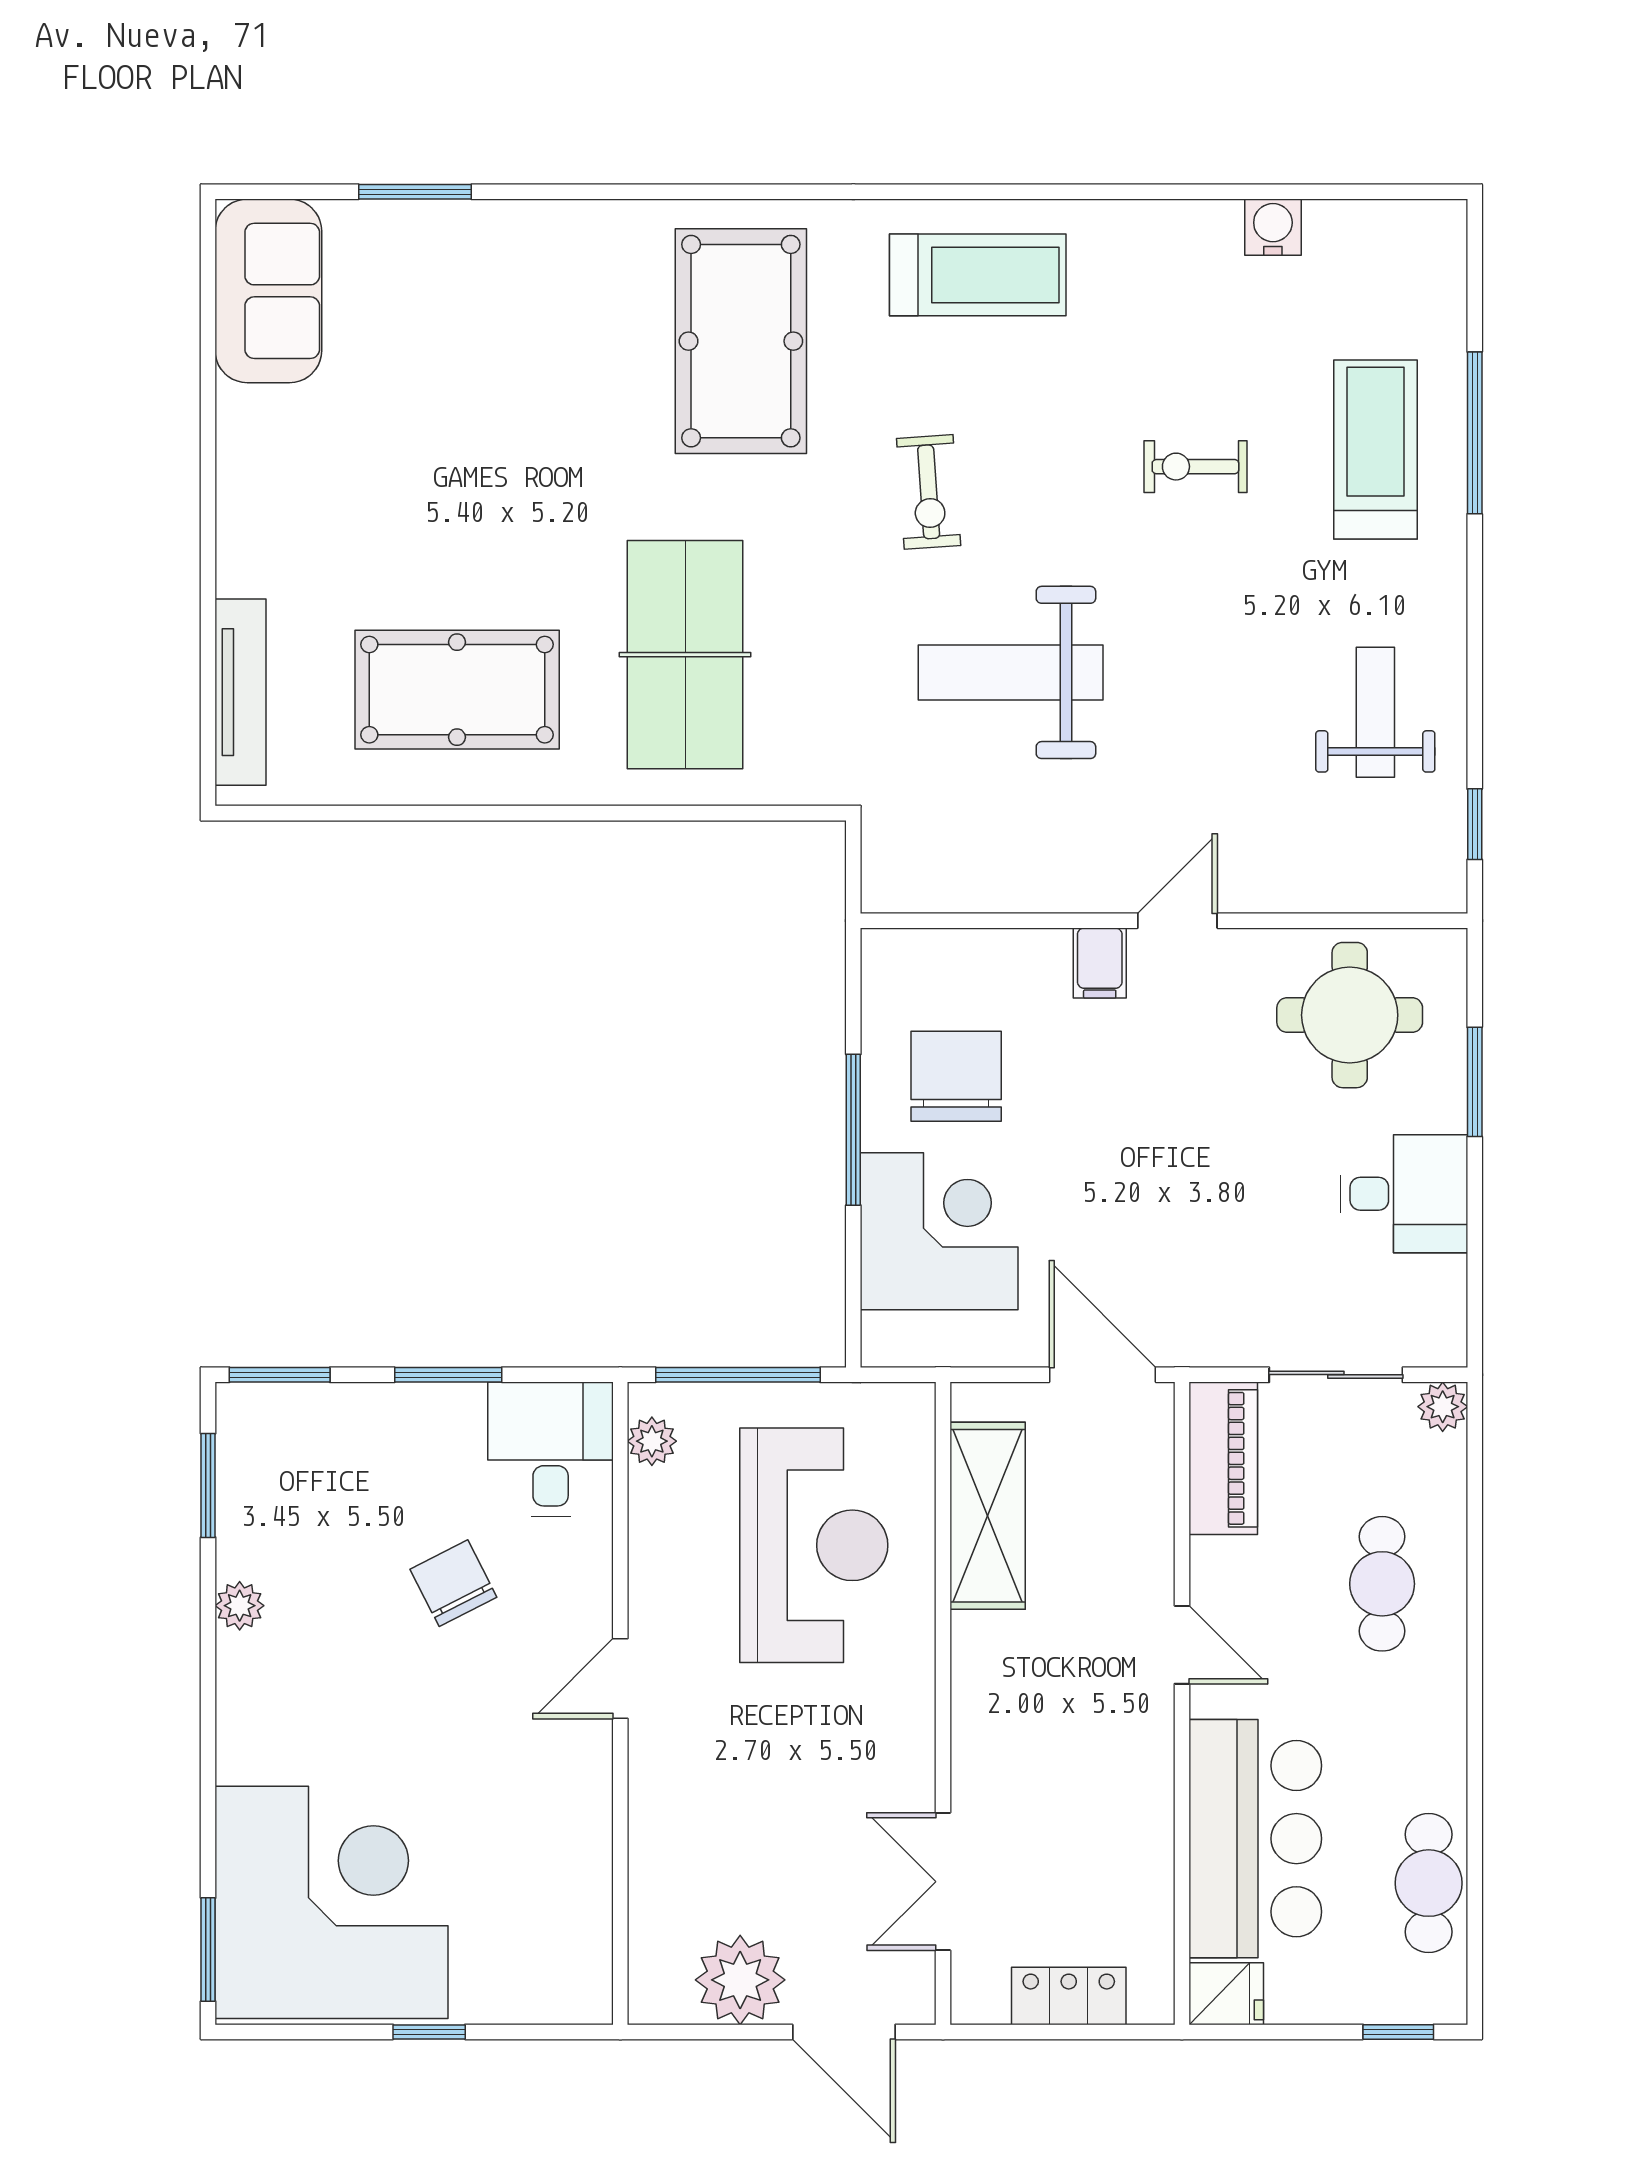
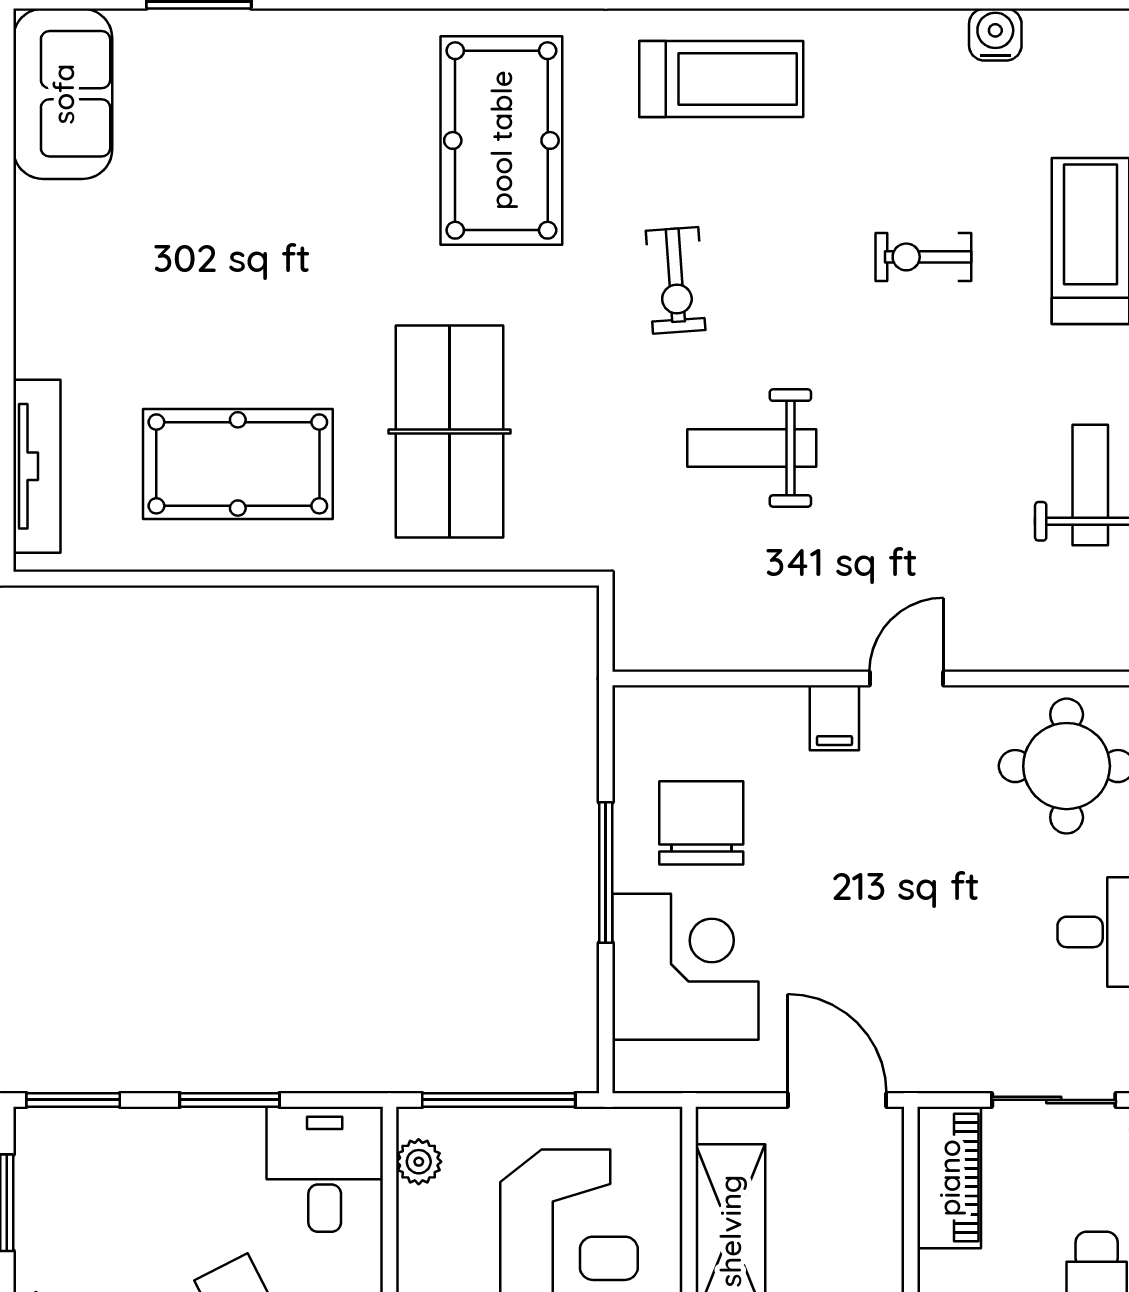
weight bench: (1011, 672) -> (752, 448), width x0.73, depth x0.75

